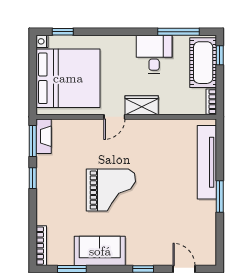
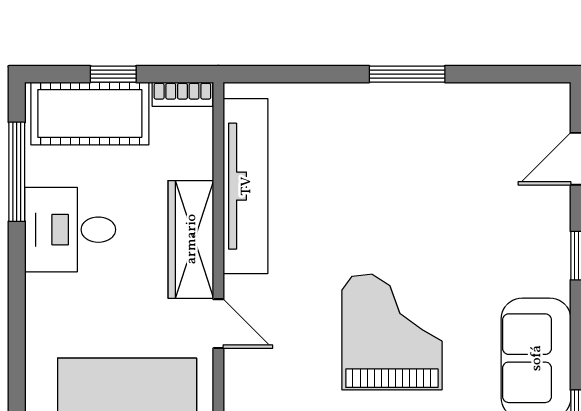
window: (220, 55) -> (113, 74), moved
wardrobe: (142, 105) -> (191, 239), width x1.50
tv unit: (207, 162) -> (246, 186), moved, turned -90

